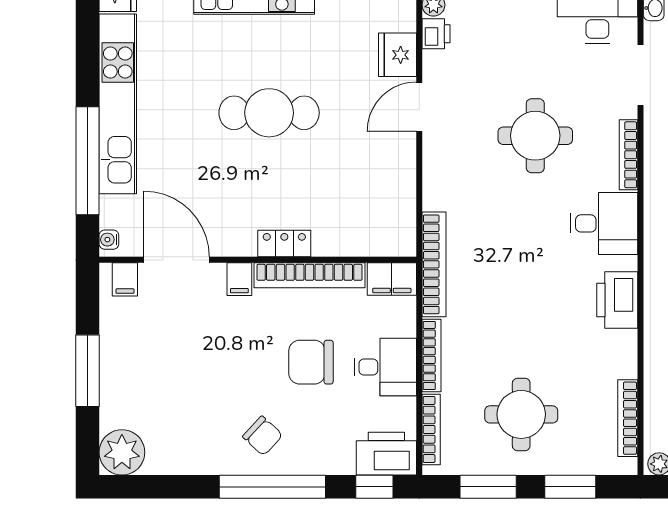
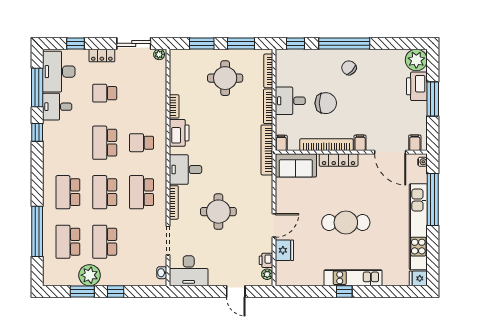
sofa: (374, 232) -> (296, 165), added
locker: (284, 244) -> (339, 160), width x1.53
filing cabinet: (392, 279) -> (281, 143), width x0.50
bookcase: (628, 418) -> (174, 106), moved, width x0.64
printer: (386, 454) -> (417, 86), moved, turned 90

